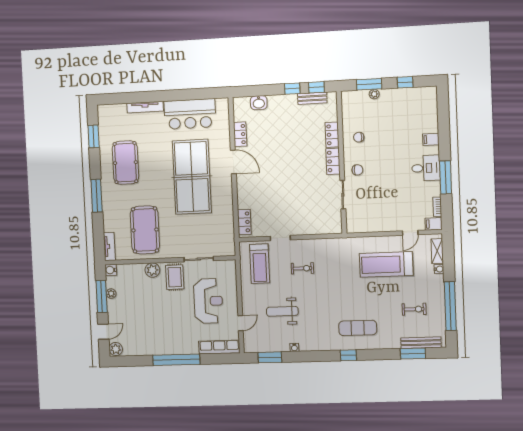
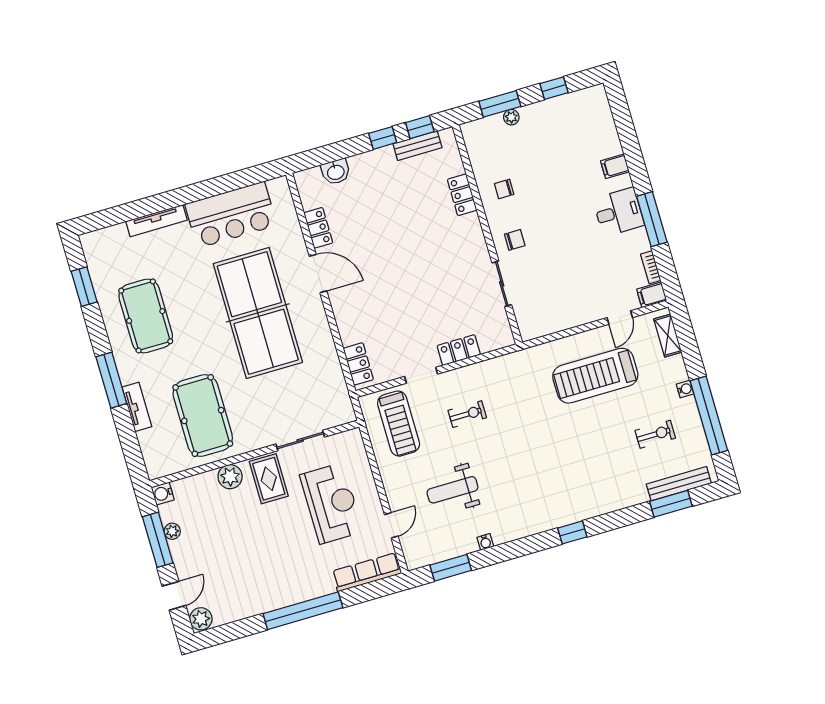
locker: (333, 161) -> (459, 350), moved, turned 90
tv unit: (109, 246) -> (137, 407), moved
water cooler: (439, 269) -> (685, 389), moved
exercise mat: (358, 328) -> (576, 486), removed

